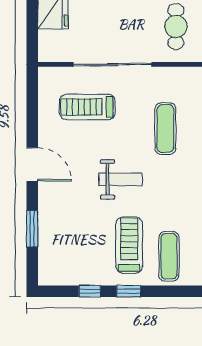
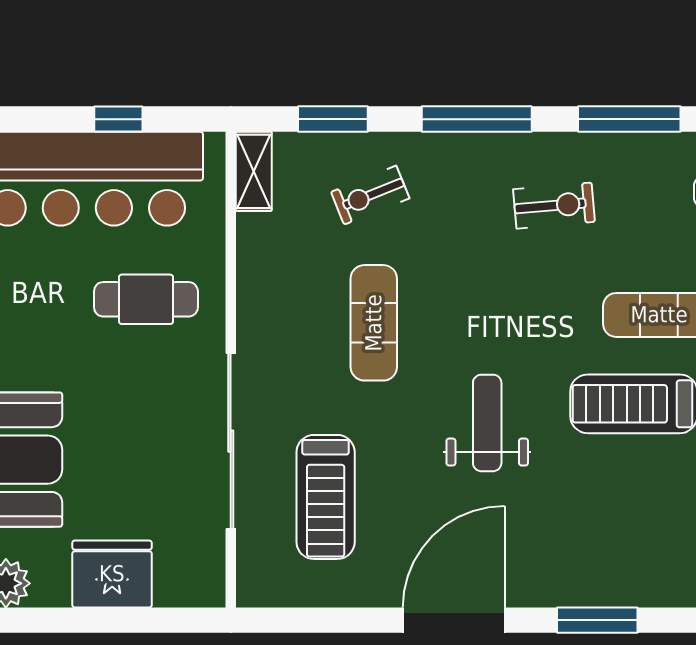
exercise mat: (165, 129) -> (374, 323), turned 90
door: (32, 164) -> (454, 620), width x1.36

